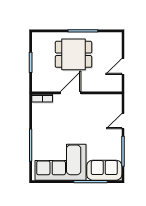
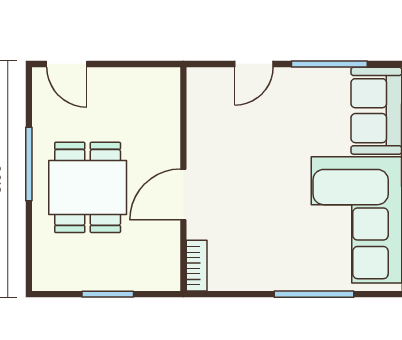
door: (123, 66) -> (67, 64), moved
door: (71, 93) -> (183, 194), hinge flipped
door: (123, 121) -> (254, 64), hinge flipped

